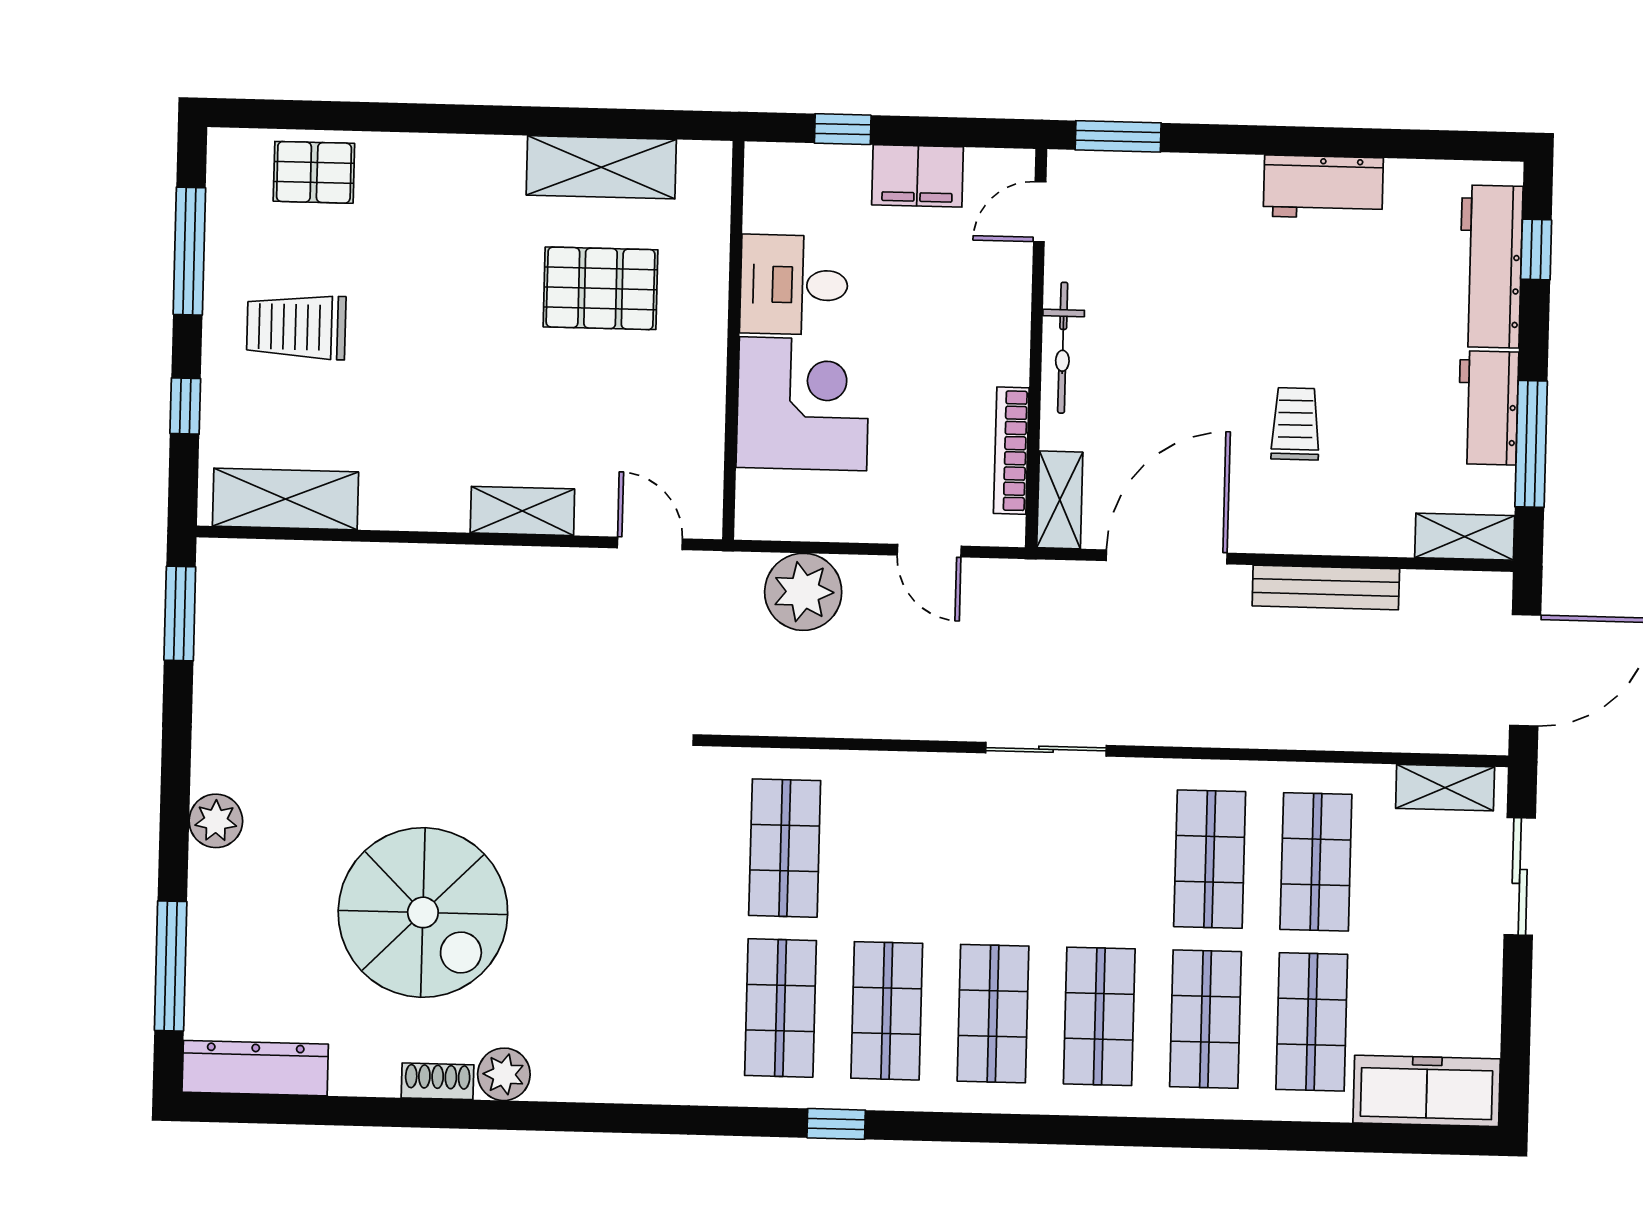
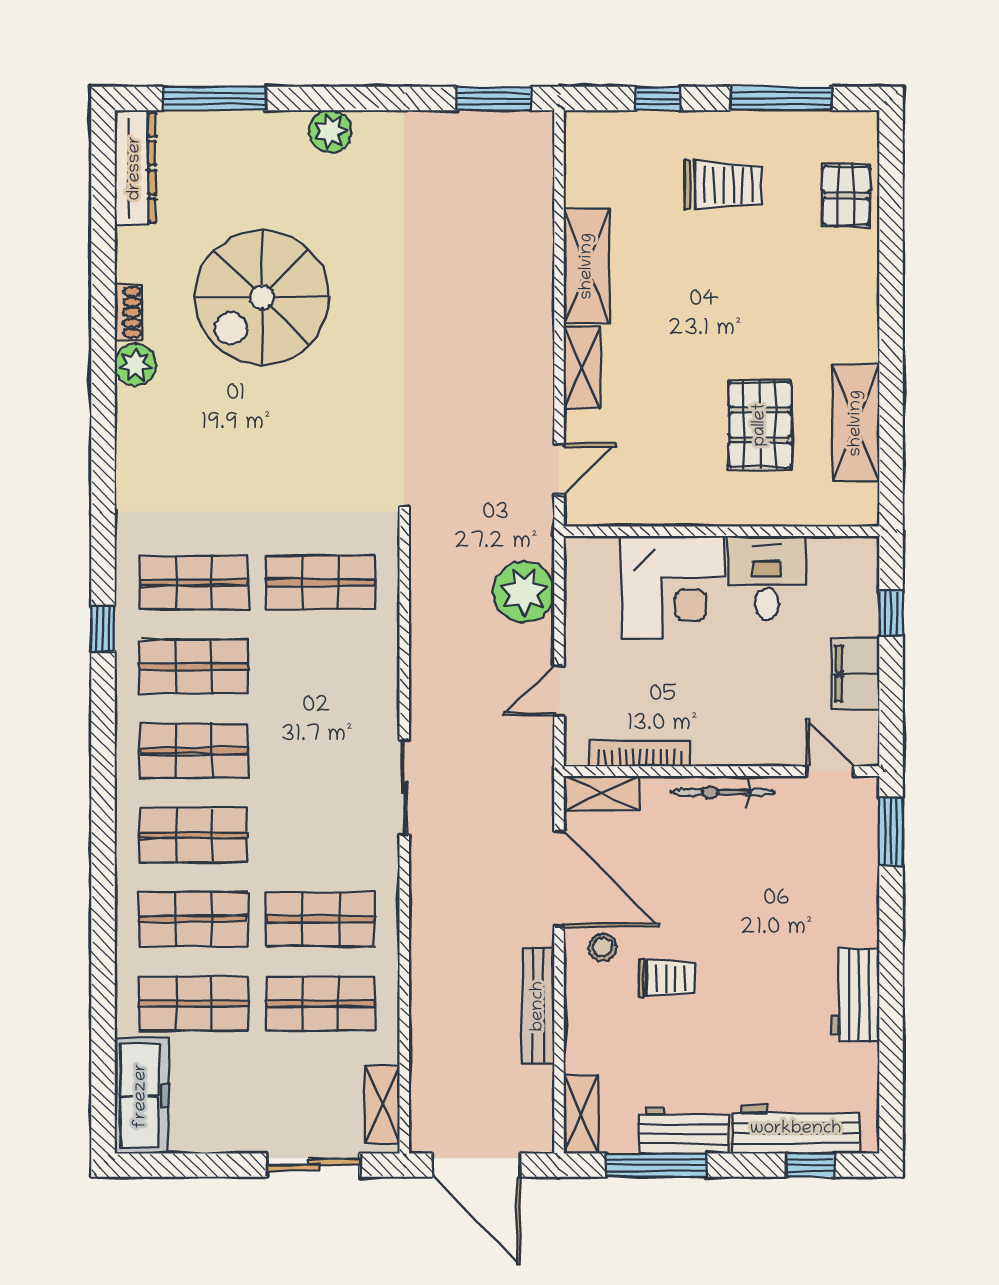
trolley: (296, 327) -> (723, 185), turned 90
shelving: (285, 499) -> (587, 266), moved
stool: (1254, 504) -> (603, 947), added

